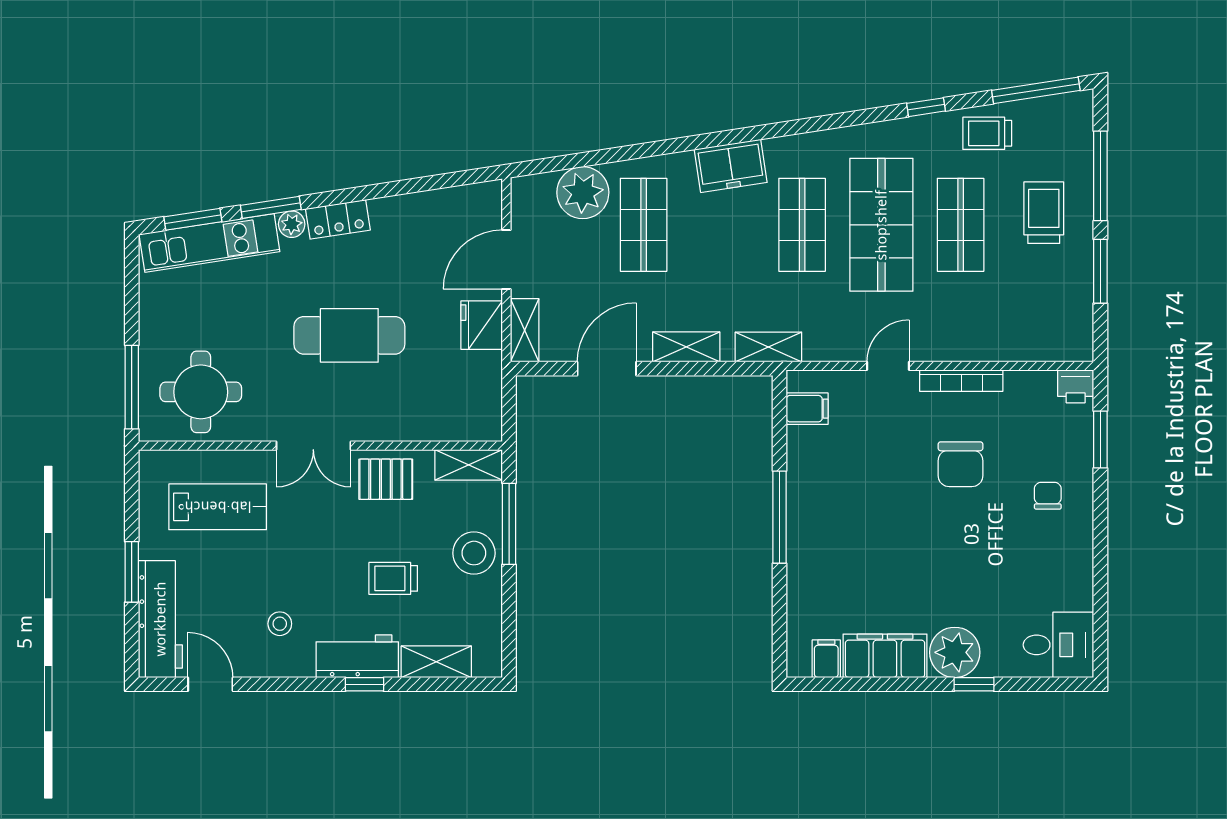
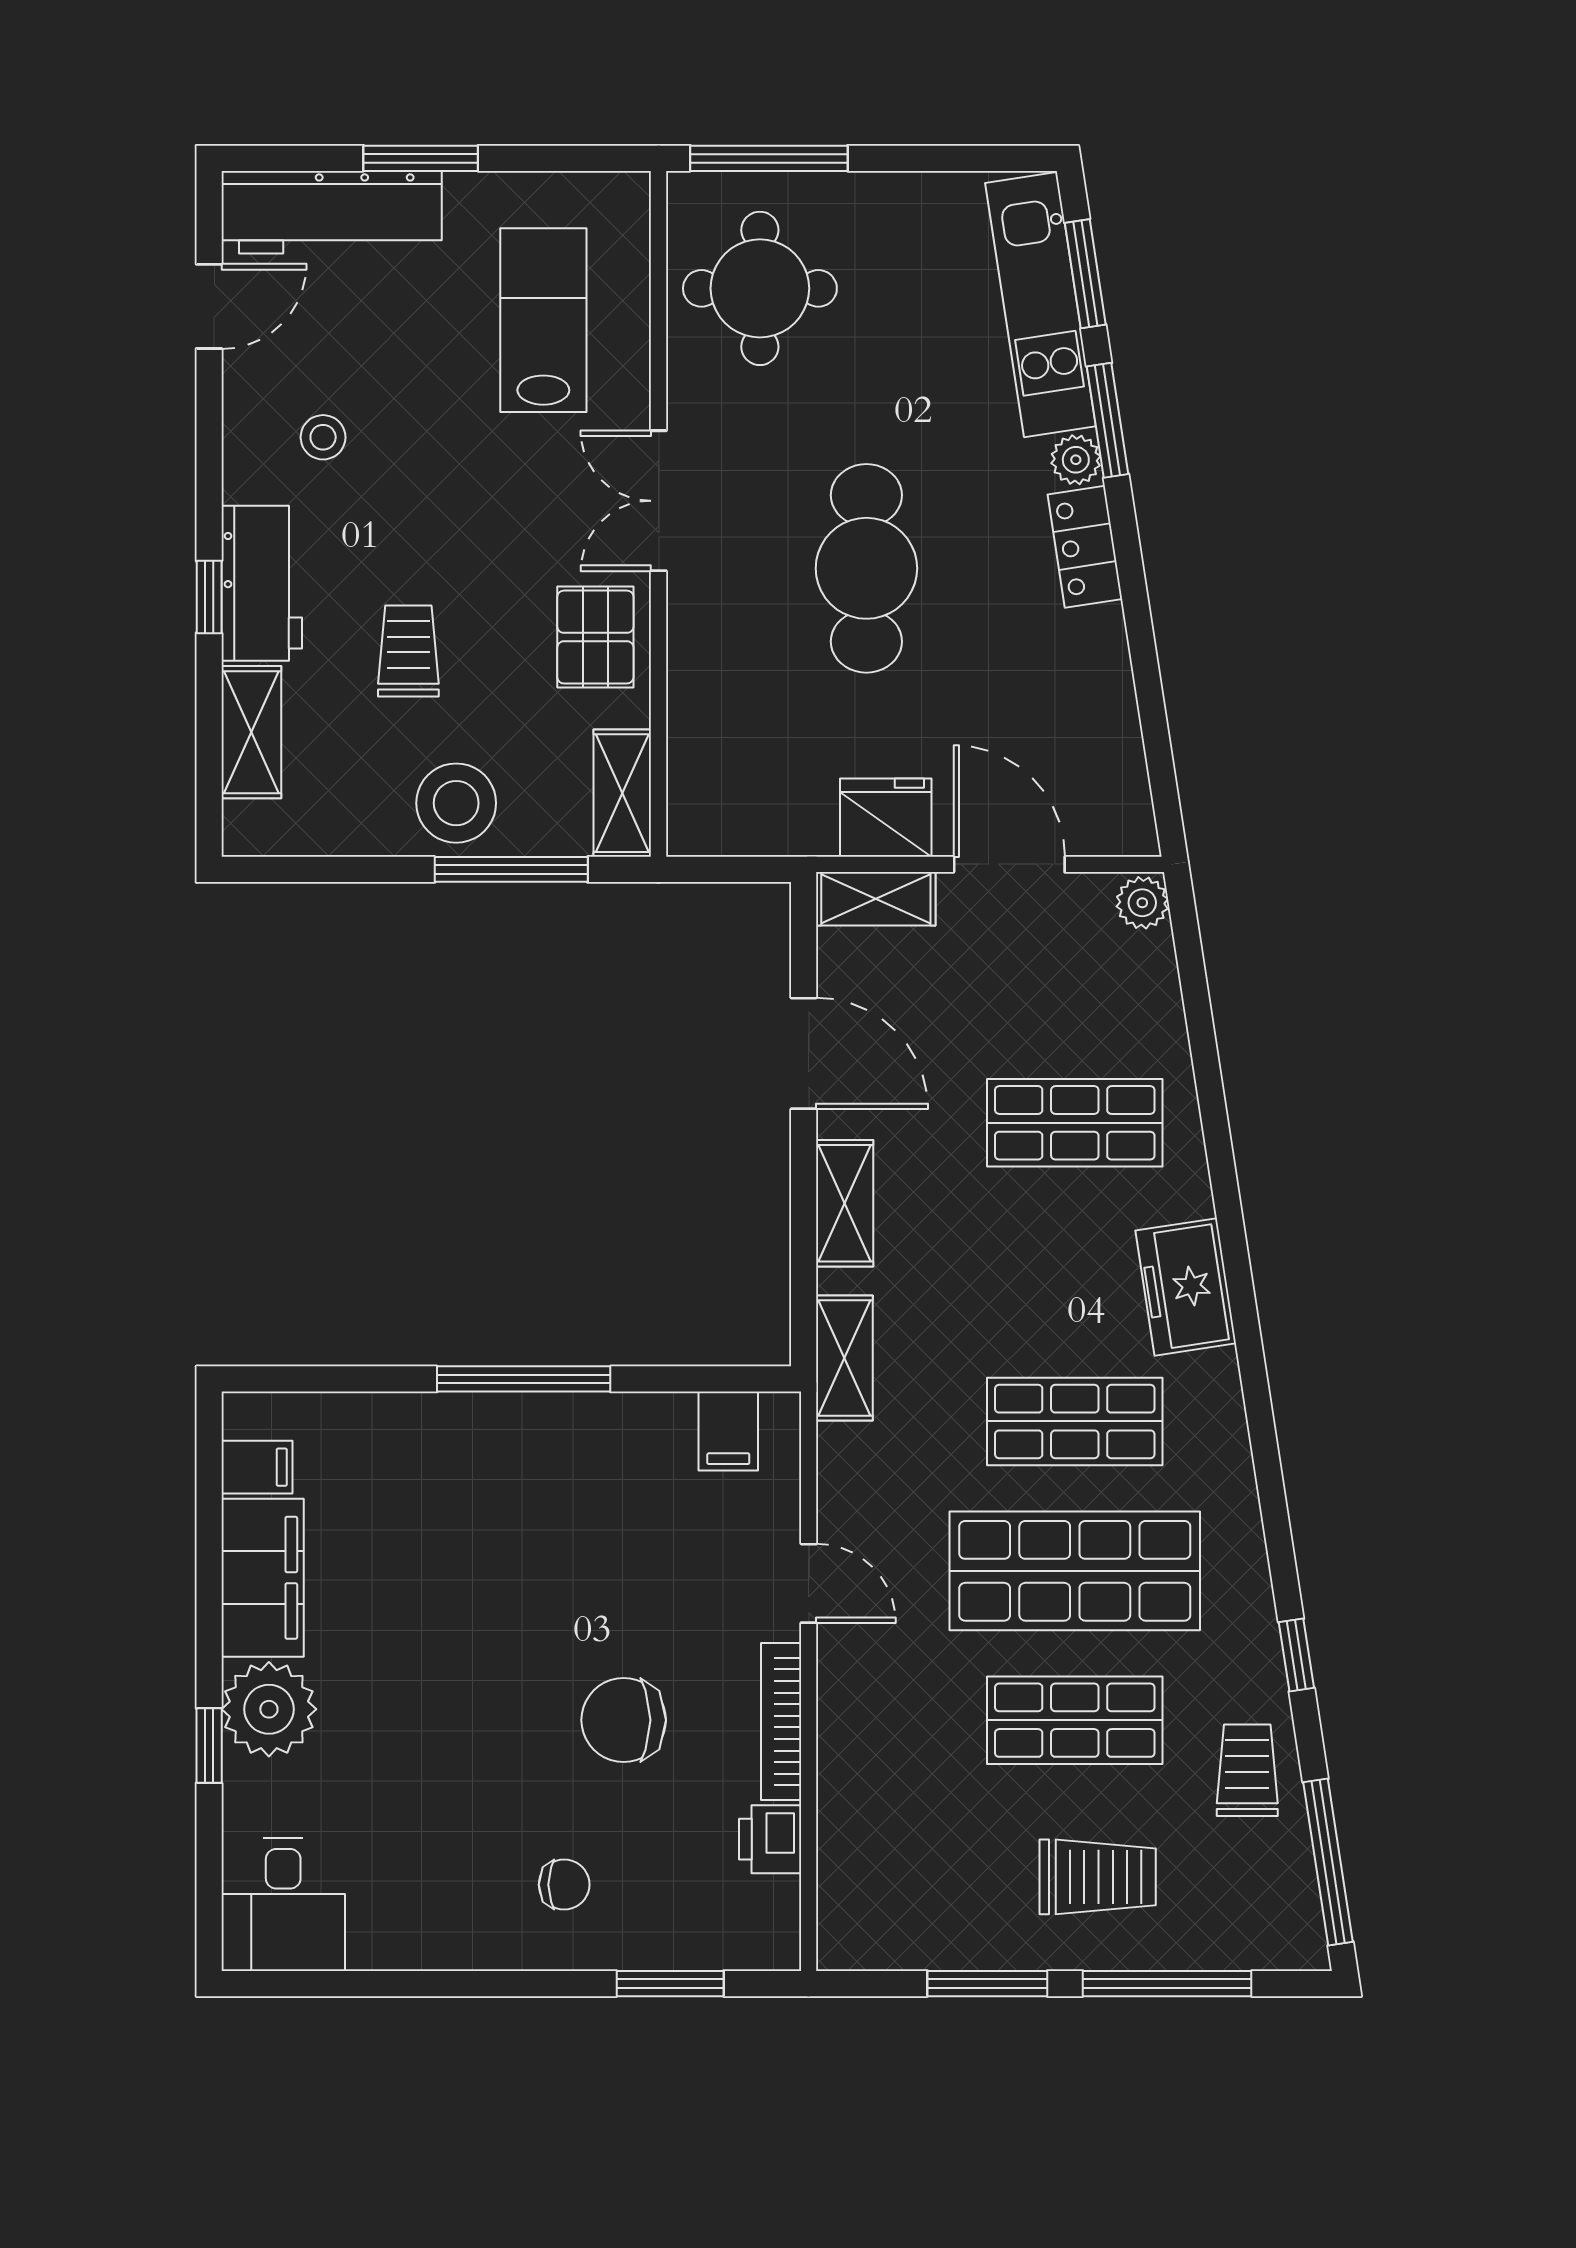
plant: (583, 193) -> (1142, 903), moved, width x0.53, depth x0.53
printer: (1076, 386) -> (770, 1839), moved
lab bench: (218, 507) -> (543, 320), turned 180

